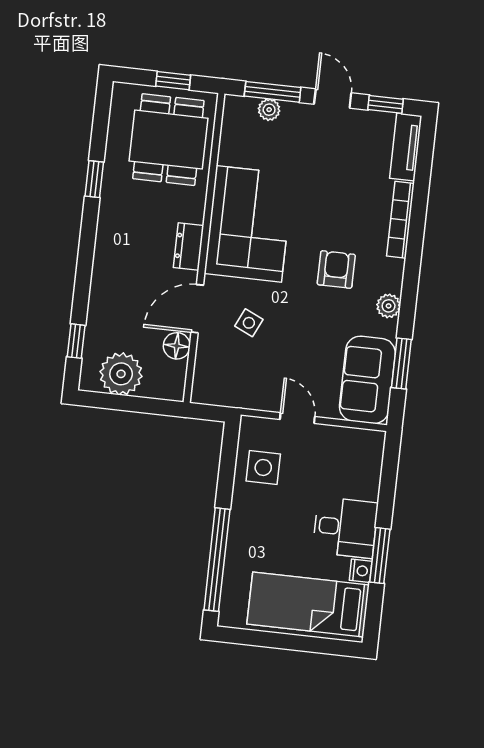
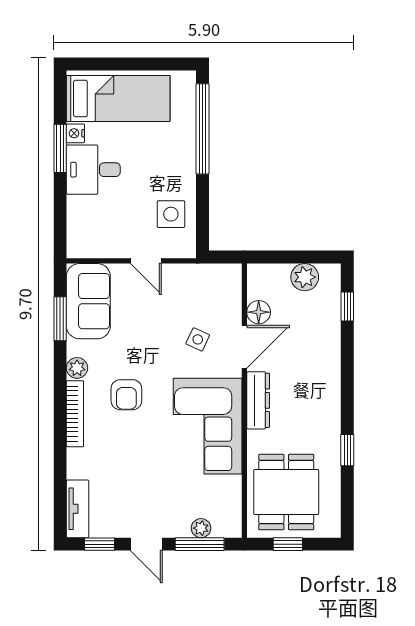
bookcase: (401, 220) -> (75, 414), moved
dresser: (188, 246) -> (258, 400), width x1.44
plant: (121, 374) -> (305, 277), width x0.73, depth x0.73

